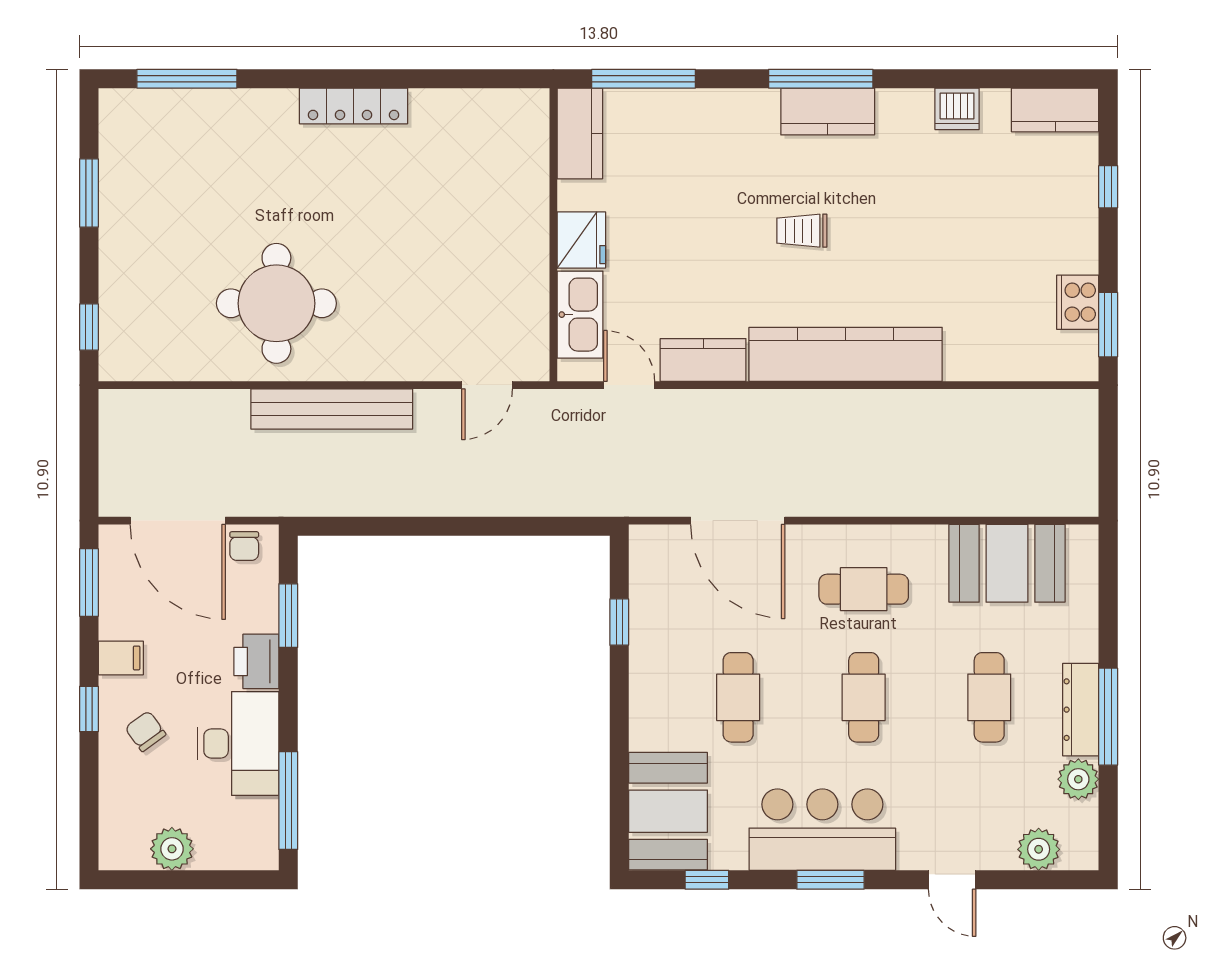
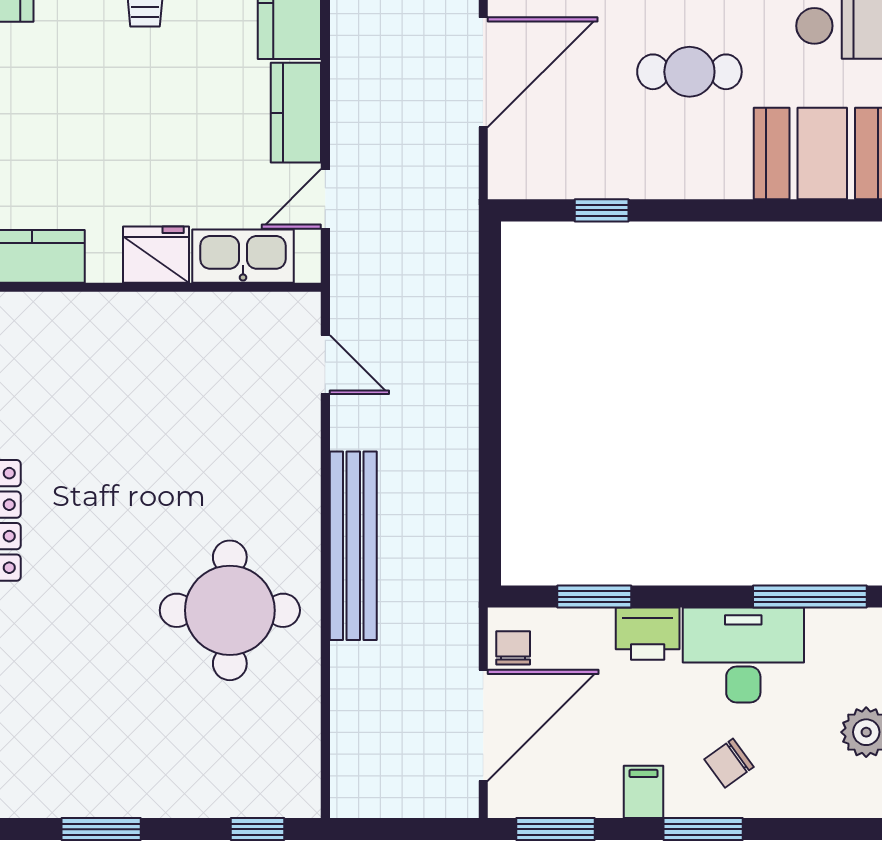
chair: (244, 546) -> (513, 648), turned -90
window: (89, 709) -> (703, 829), width x1.50

